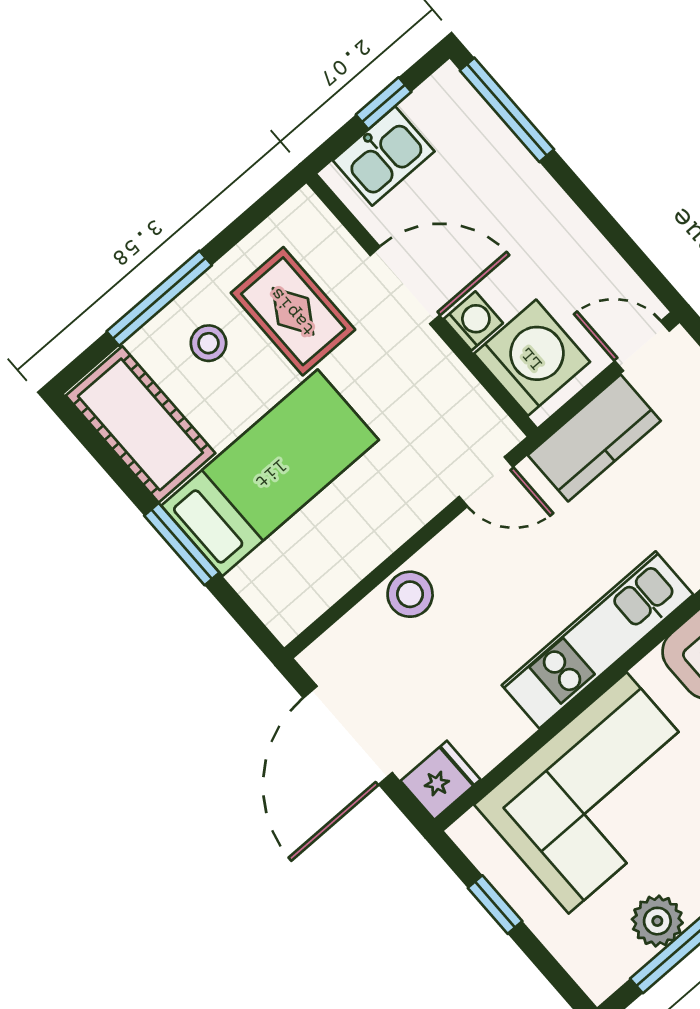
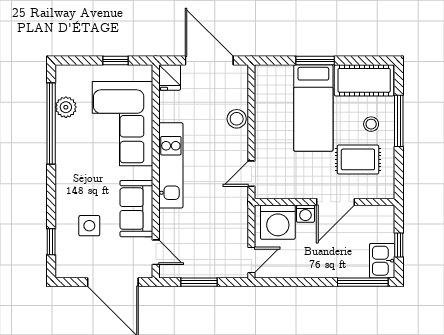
kitchen sink: (384, 156) -> (382, 261), moved
kitchen counter: (594, 438) -> (235, 220), removed

